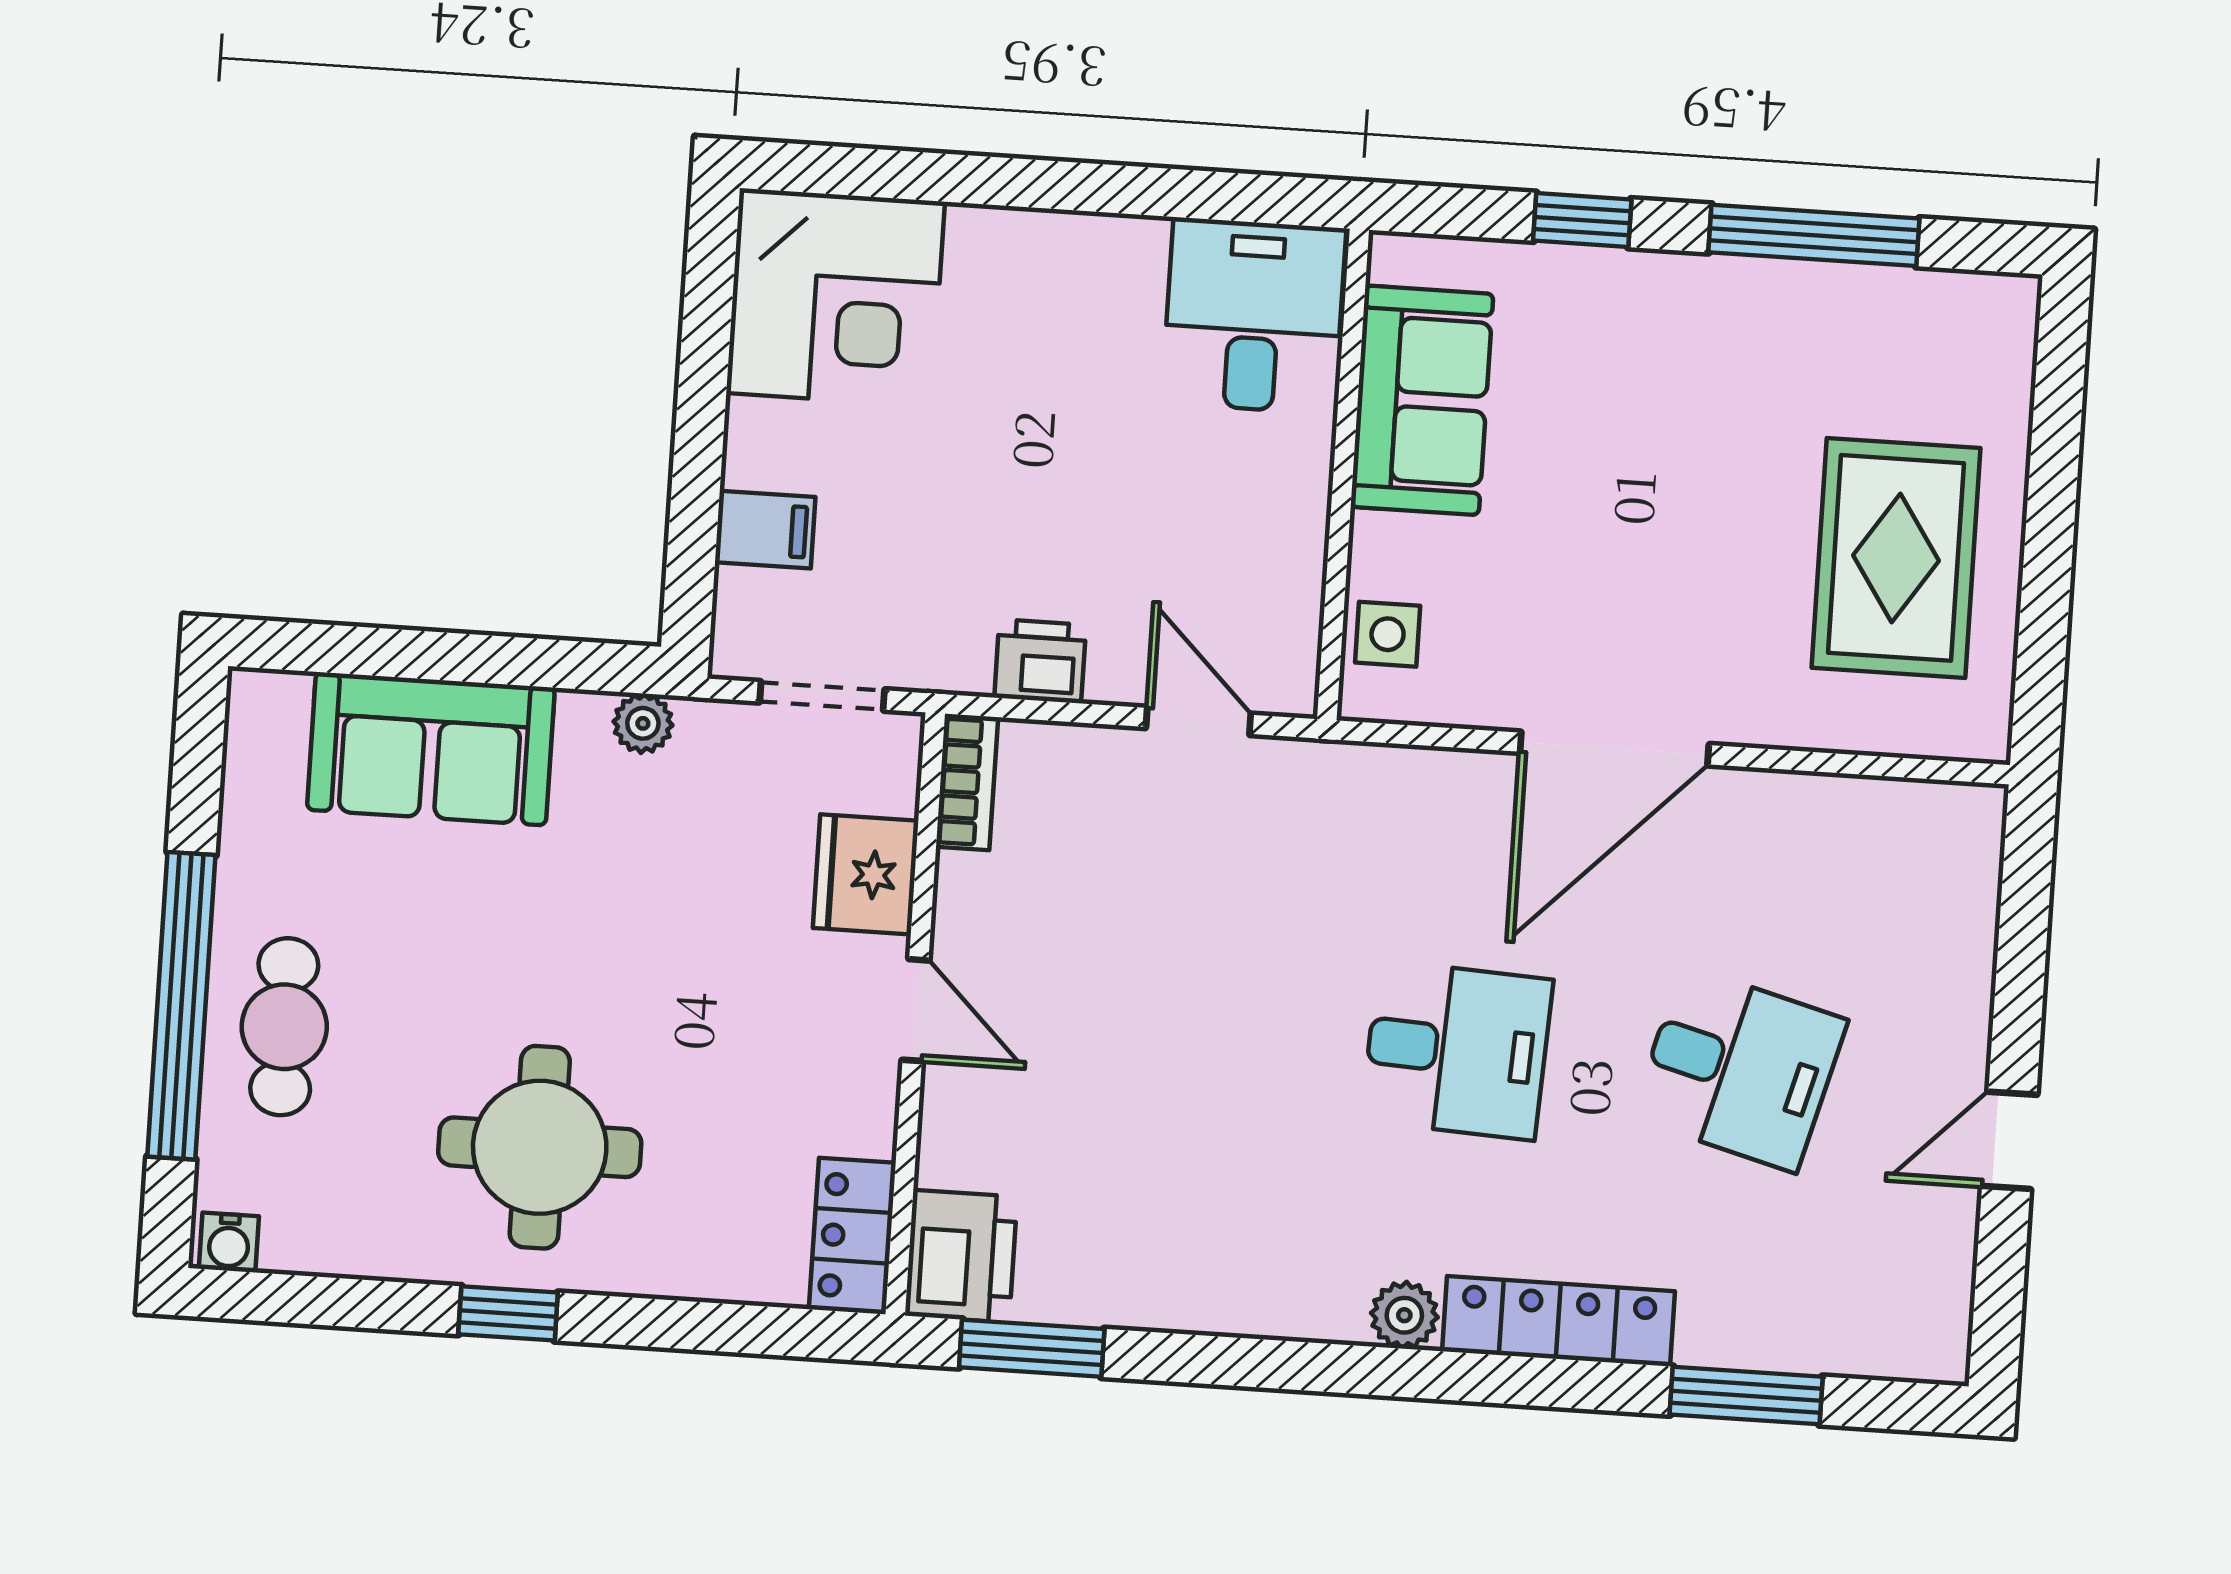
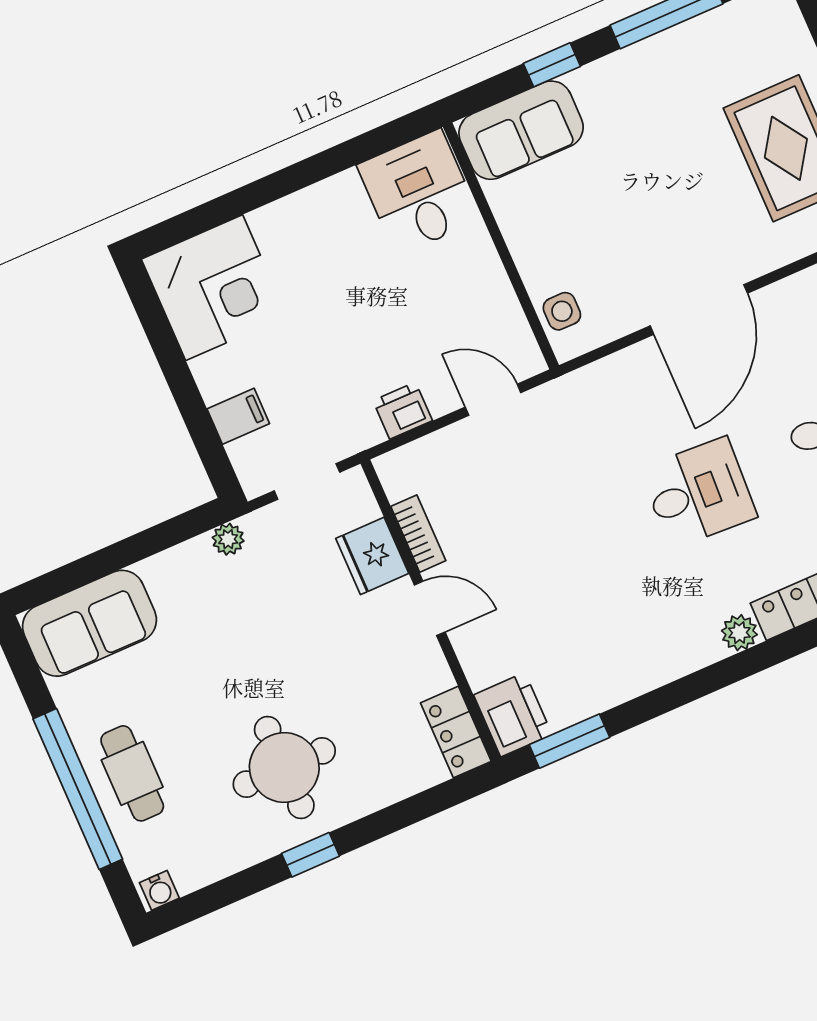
sofa: (1422, 400) -> (521, 130), moved, turned 90
sofa: (431, 749) -> (90, 623), moved
bookcase: (967, 782) -> (418, 534), moved

